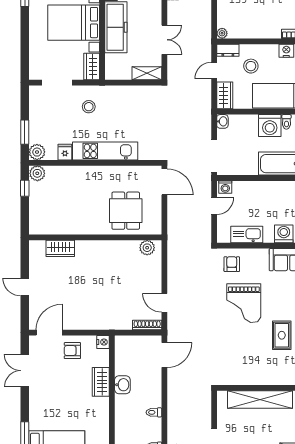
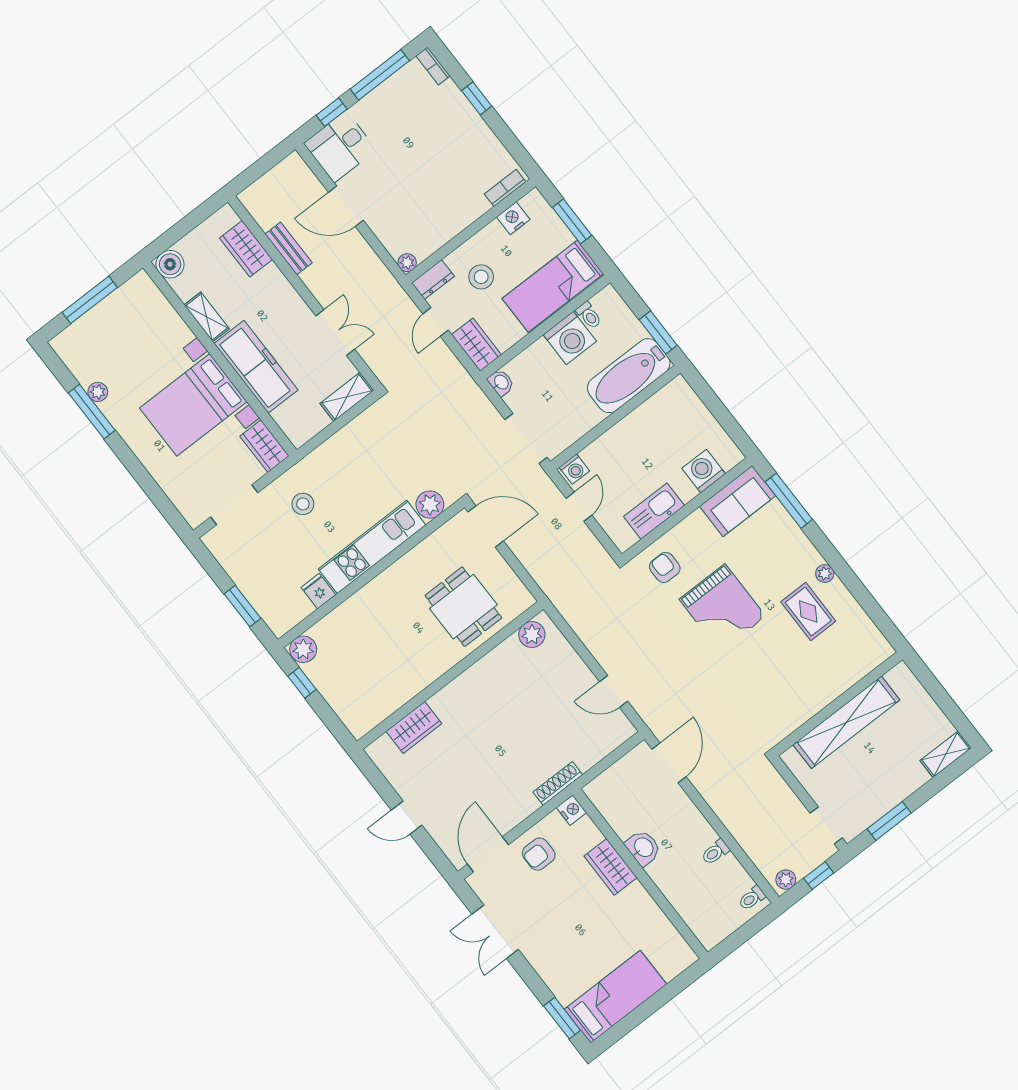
plant: (37, 152) -> (430, 505), moved
shoe rack: (147, 325) -> (558, 783), moved

